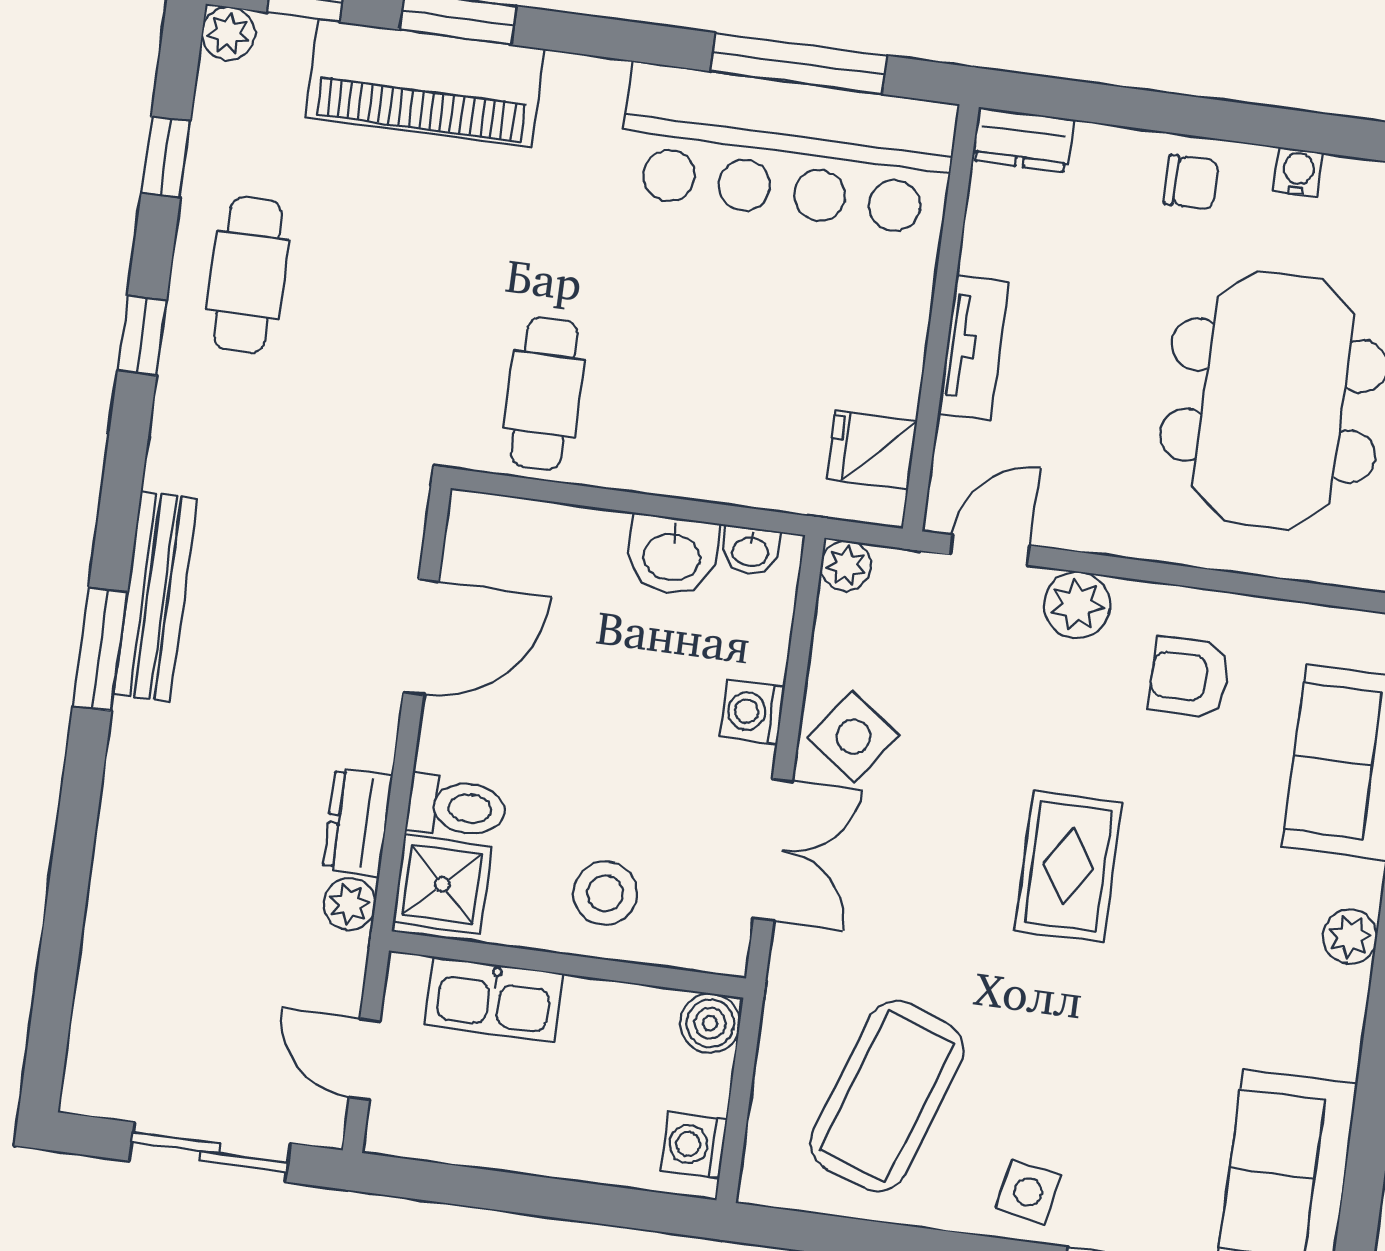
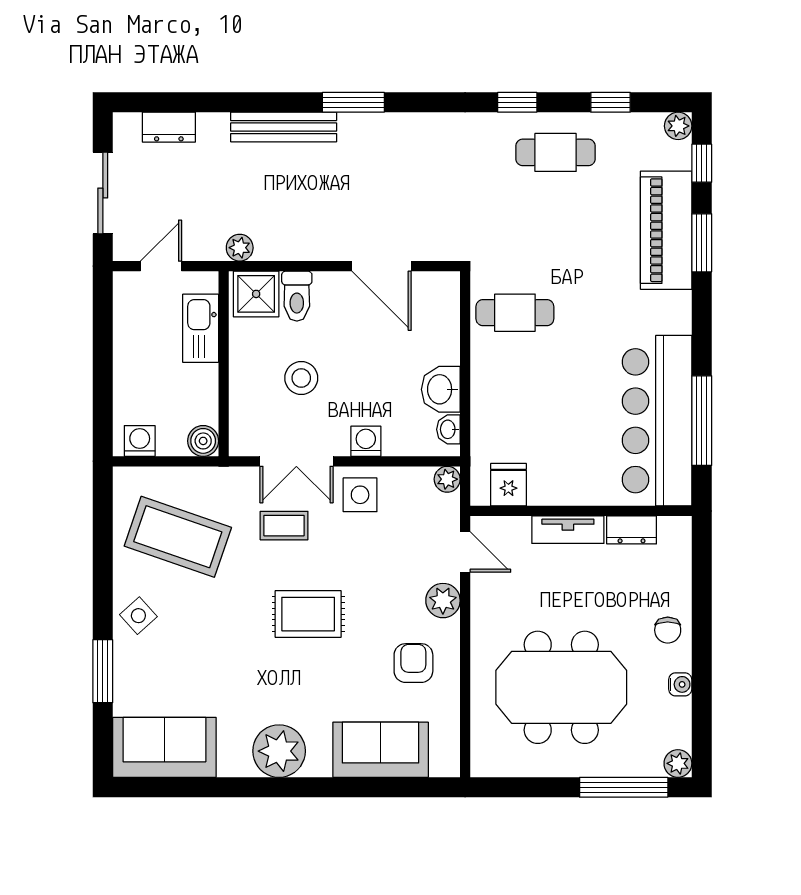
dresser: (1023, 140) -> (632, 530), moved, turned -90
bench: (155, 596) -> (284, 127), moved
side table: (853, 737) -> (360, 495), turned -36
dresser: (357, 822) -> (169, 127), moved, turned 180
coffee table: (893, 890) -> (284, 526), added
stool: (605, 893) -> (301, 378), moved
plant: (1350, 937) -> (279, 751), width x1.87, depth x1.87
side table: (1028, 1192) -> (138, 616), turned 37

